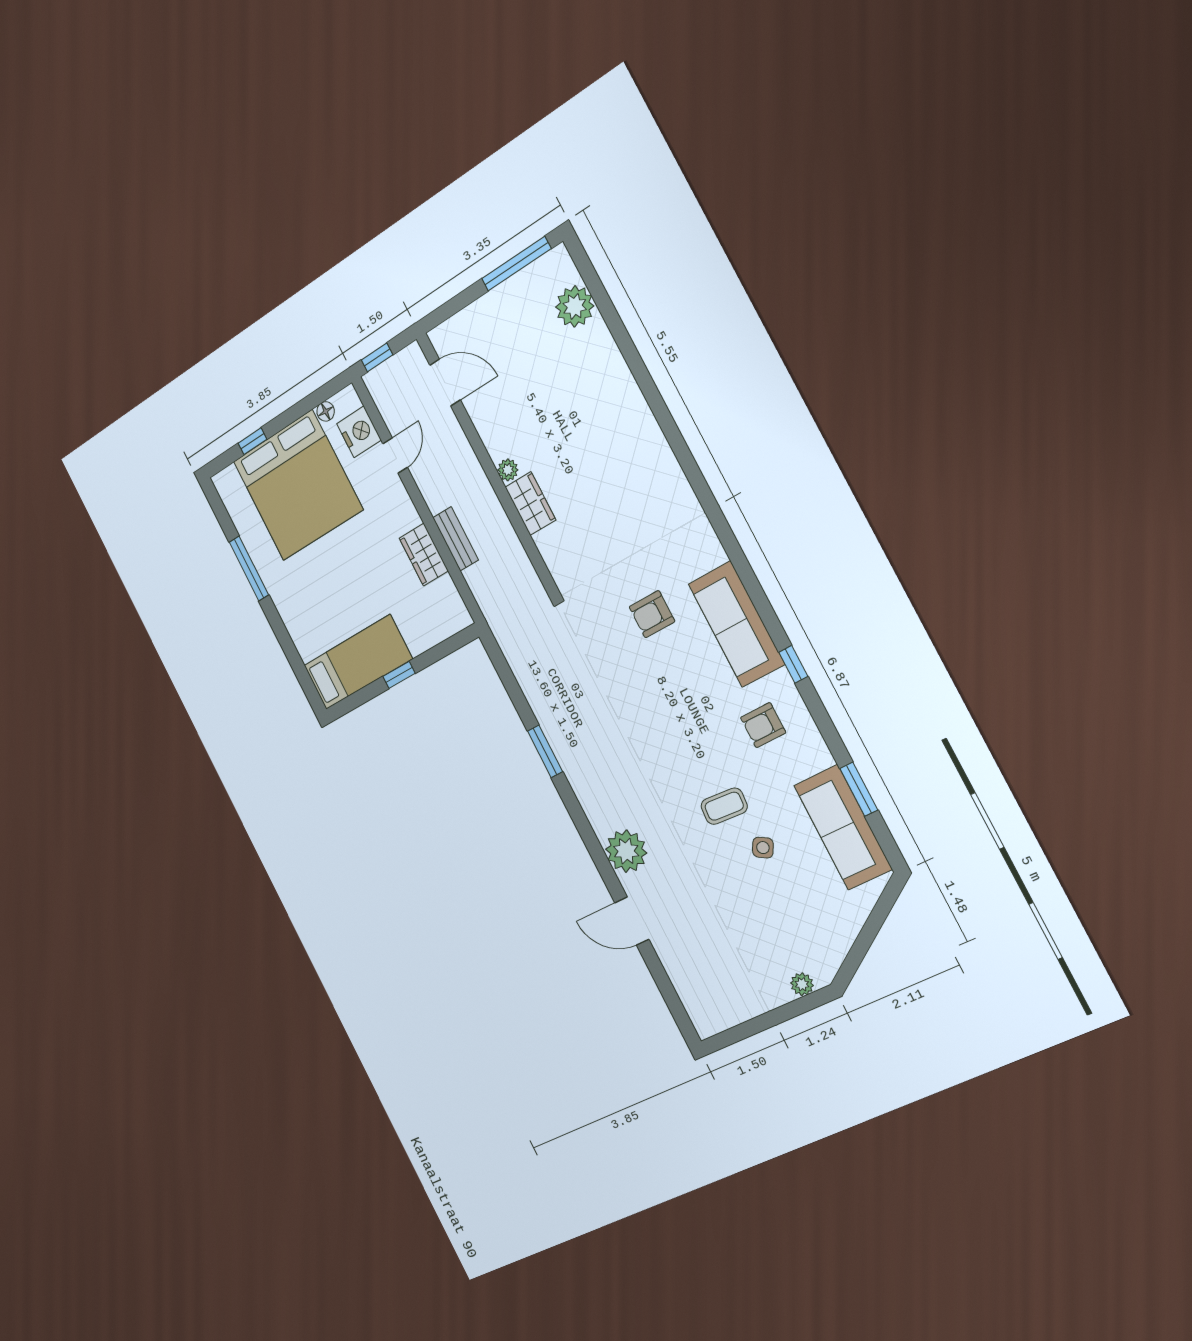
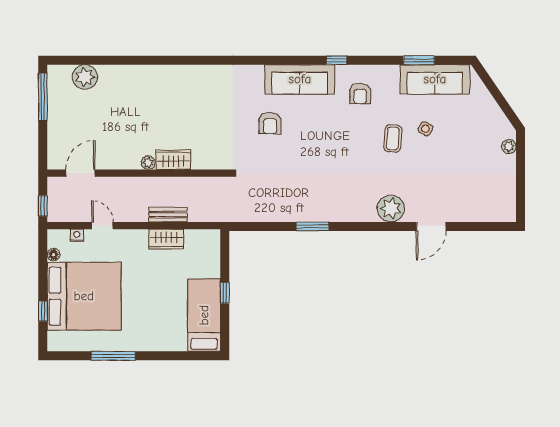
nightstand: (359, 432) -> (77, 235), width x0.53, depth x0.56

